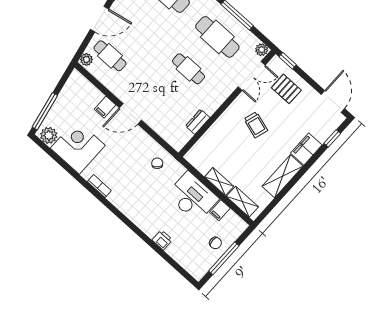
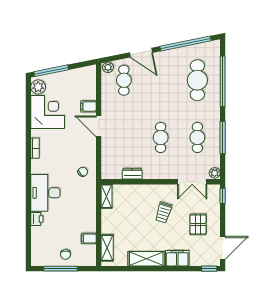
cafe table: (217, 37) -> (197, 138), width x0.73, depth x0.74
pallet: (286, 89) -> (198, 224), moved
window: (332, 138) -> (209, 269), moved
shelving: (219, 182) -> (107, 196), moved
desk: (192, 197) -> (45, 193), moved, turned 180

